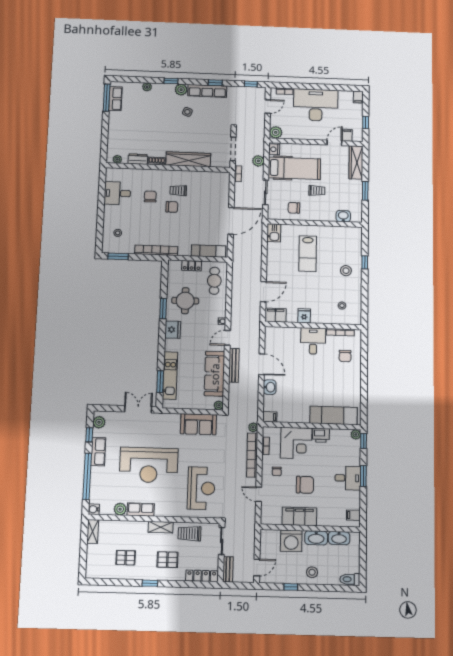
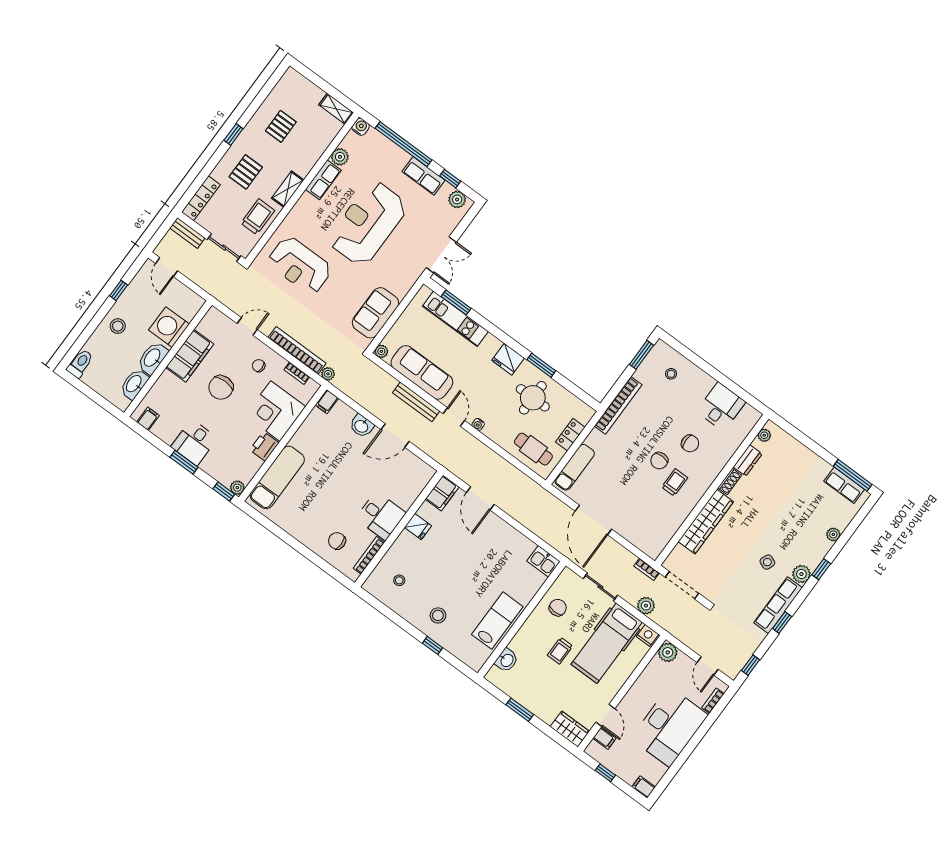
wardrobe: (356, 162) -> (570, 729), width x0.67
lab bench: (308, 254) -> (497, 621), moved, turned 90

